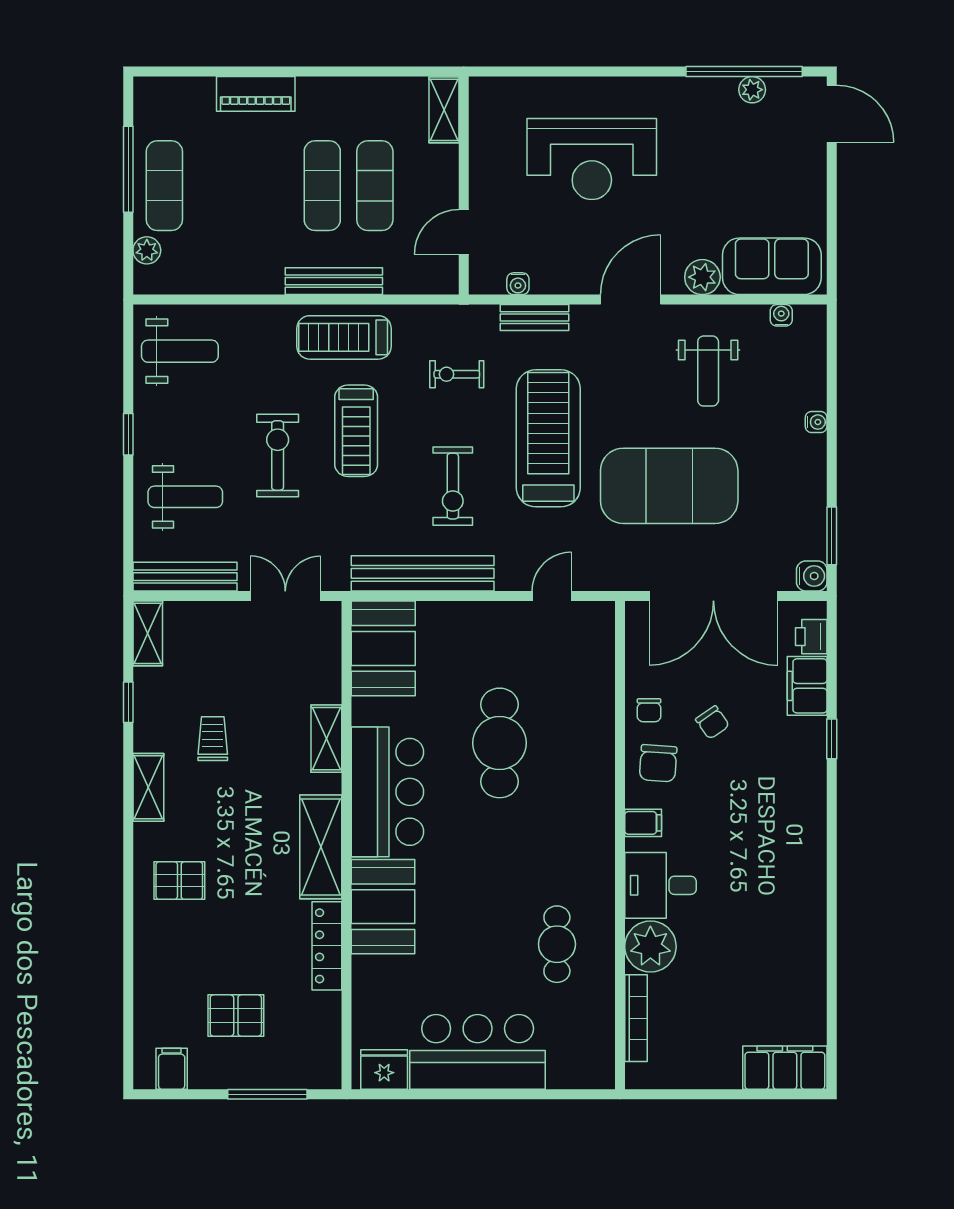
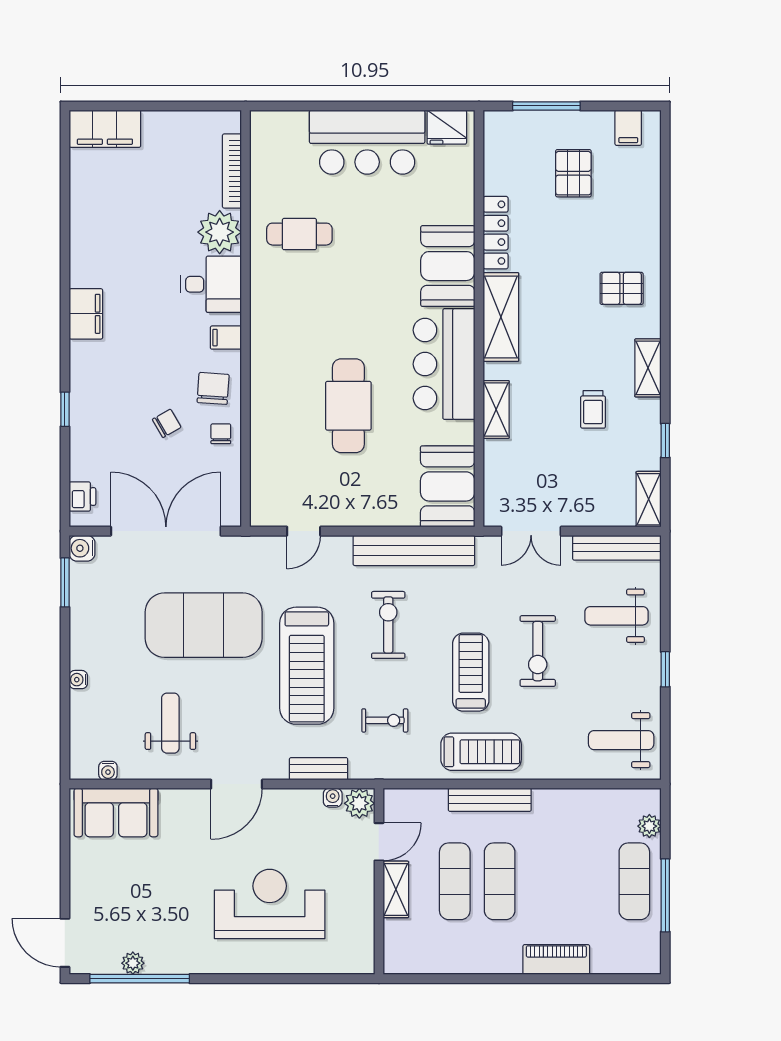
shelving: (444, 110) -> (396, 889), moved
plant: (702, 277) -> (359, 803), moved
filing cabinet: (807, 686) -> (86, 314), moved
chair: (712, 722) -> (167, 423), turned 95
cafe table: (557, 944) -> (299, 234), turned 90
pallet: (236, 1016) -> (573, 173), turned 90

